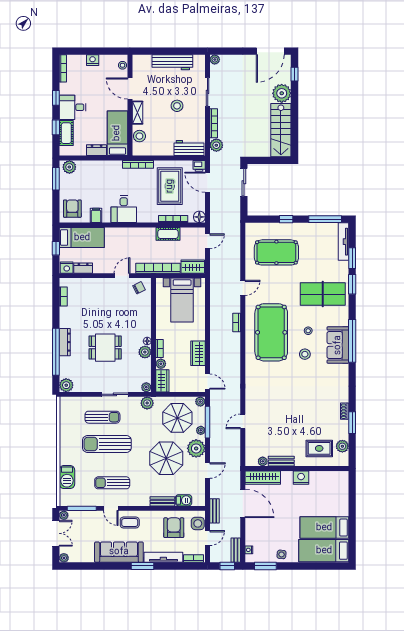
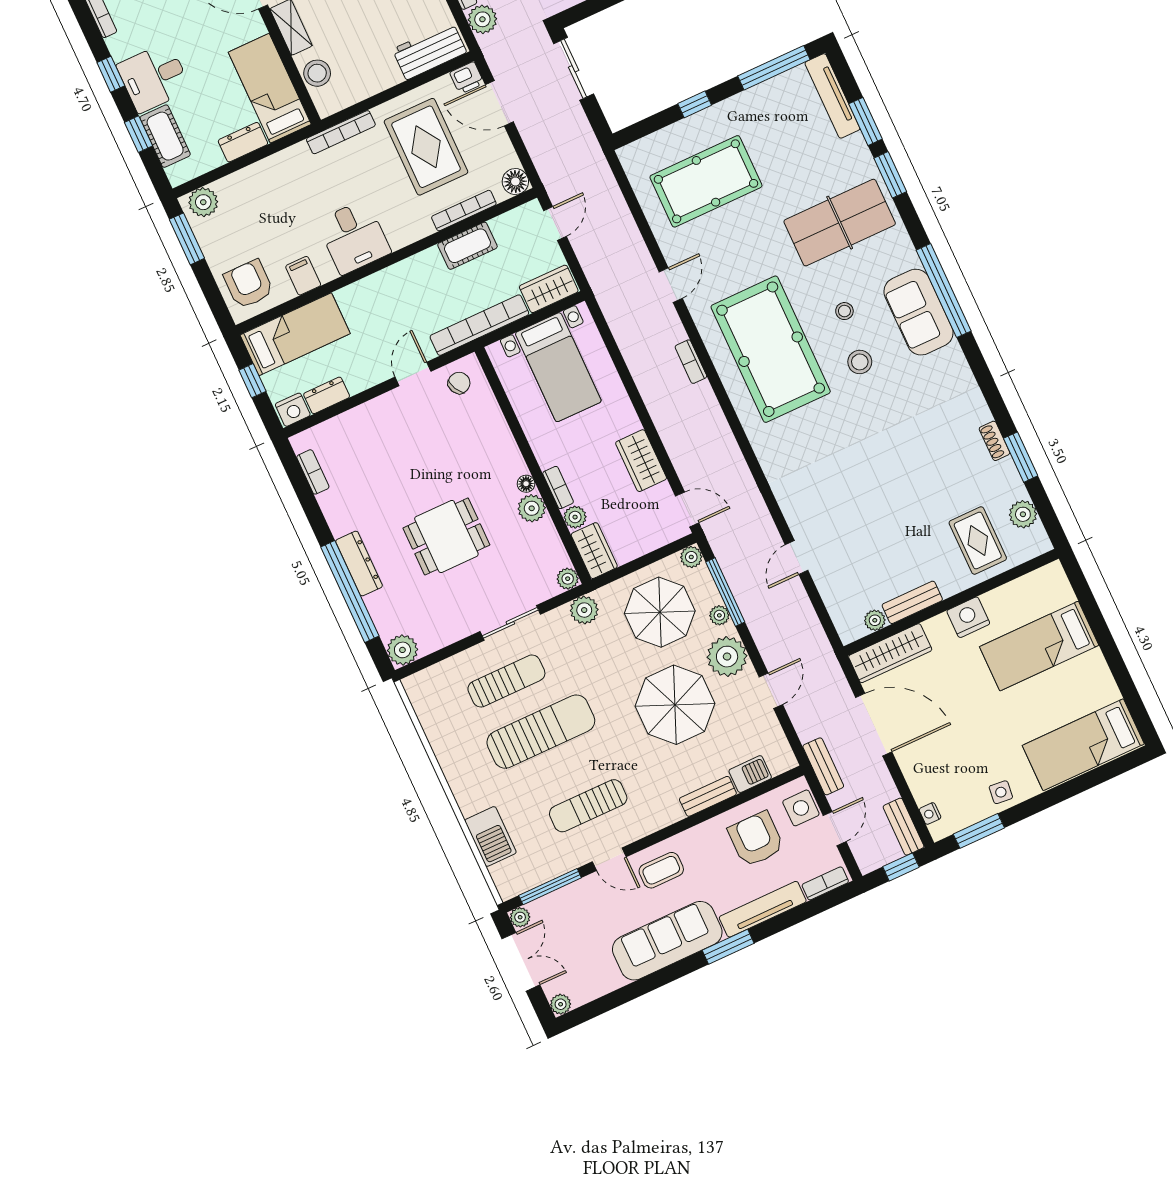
sun lounger: (107, 444) -> (541, 732), turned 180
rug: (319, 448) -> (978, 541), turned 90
bed: (324, 528) -> (1039, 646), moved

